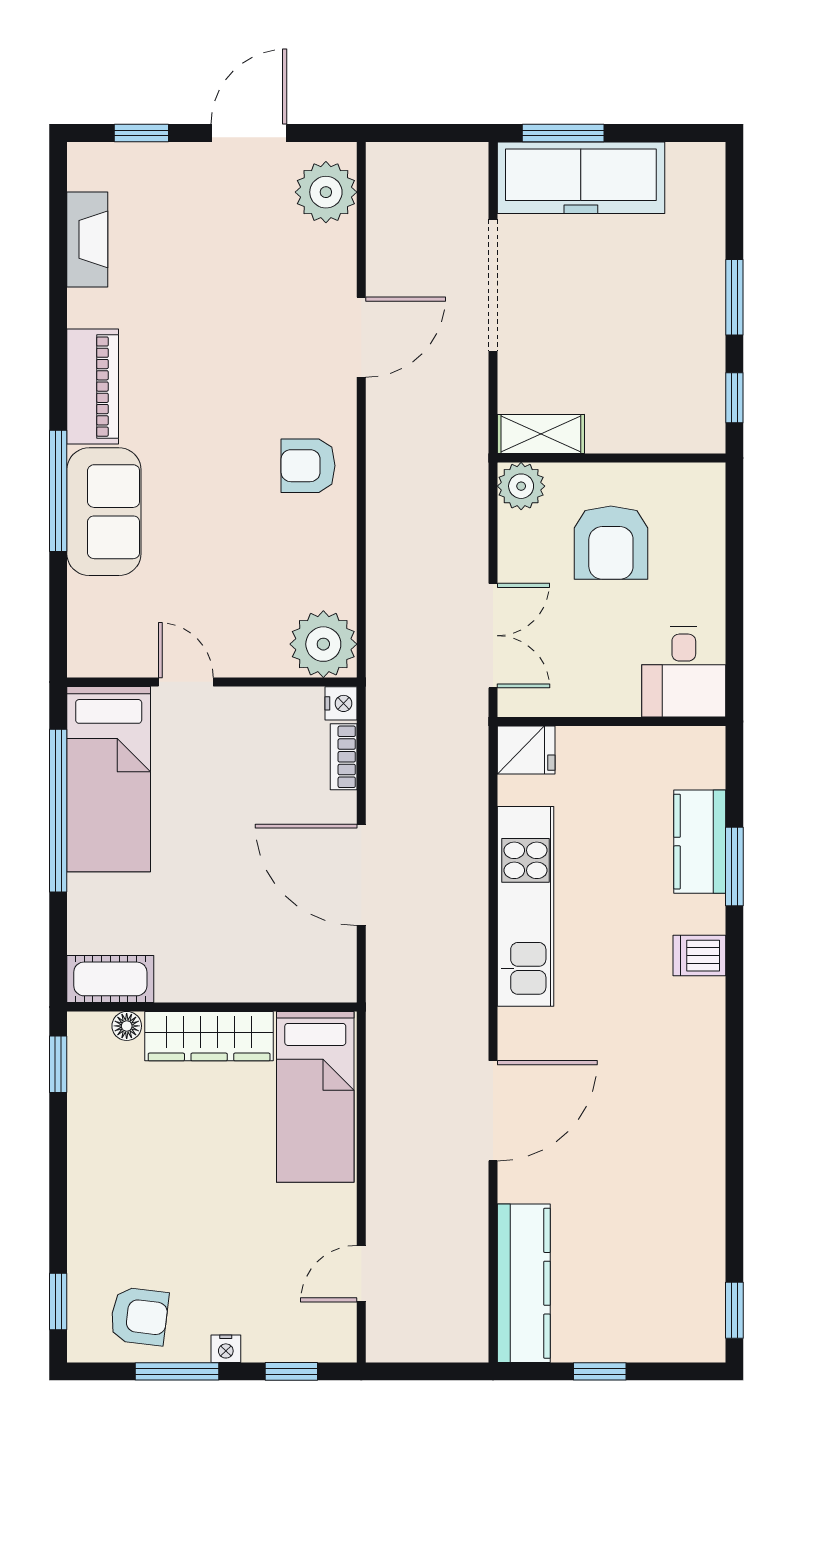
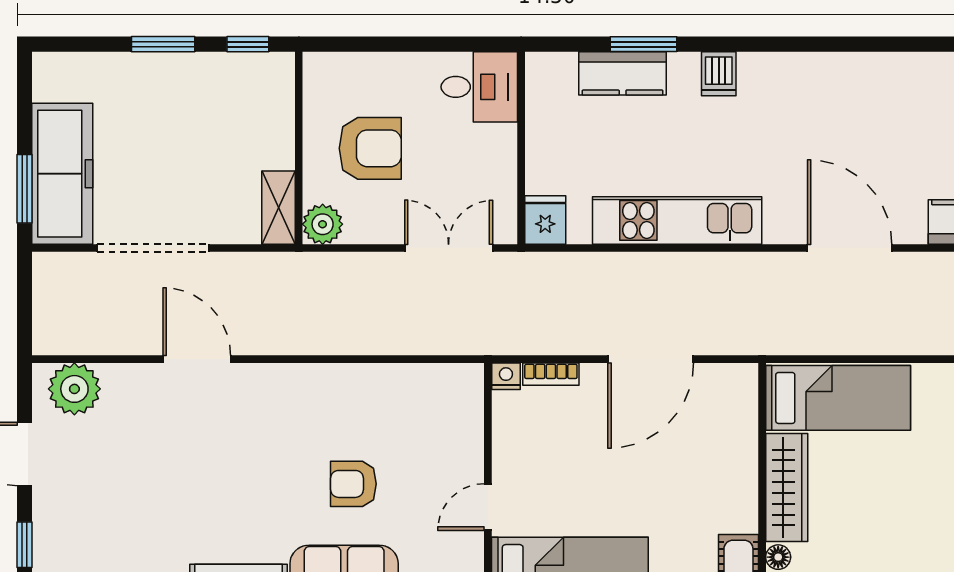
armchair: (308, 466) -> (353, 484), moved, turned 90
plant: (323, 644) -> (456, 391), removed

